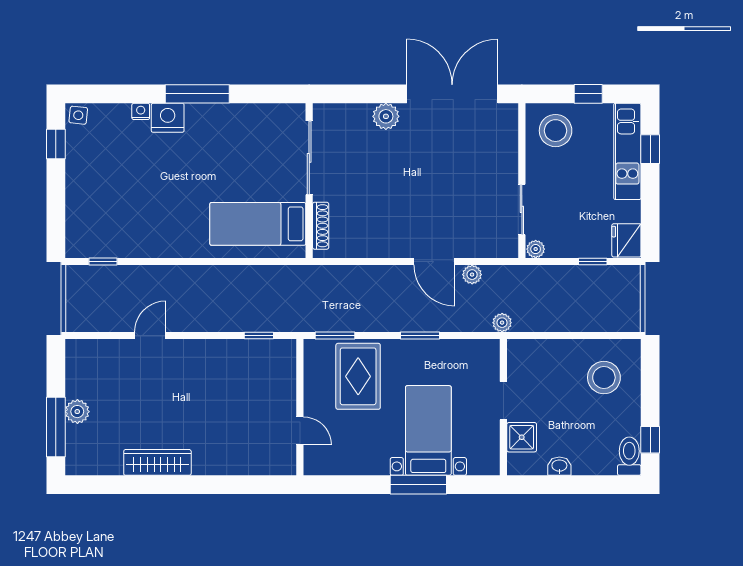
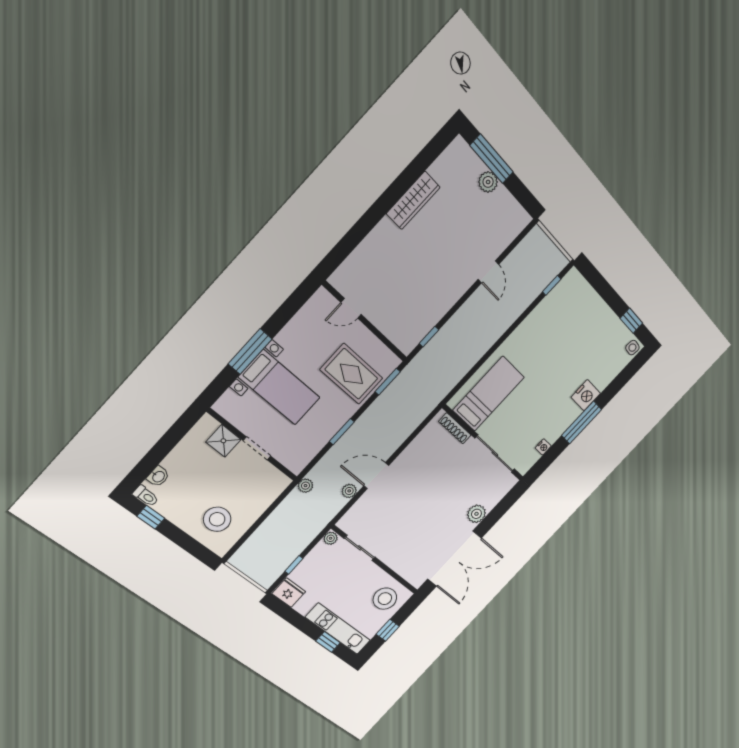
nightstand: (141, 111) -> (543, 447), moved
toilet: (629, 456) -> (146, 496), width x0.73, depth x0.72
washbasin: (559, 466) -> (158, 476), moved

